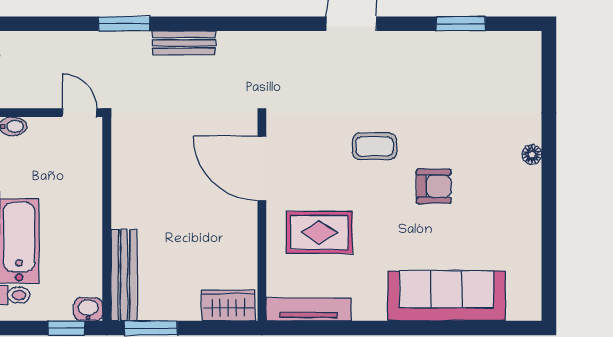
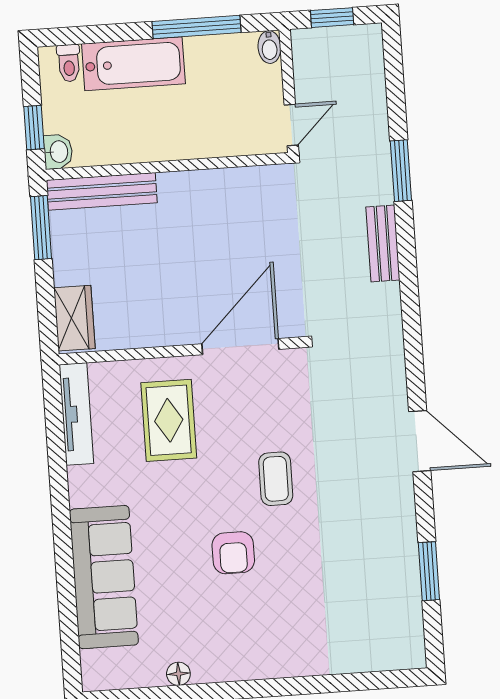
floor lamp: (532, 155) -> (178, 674), moved

